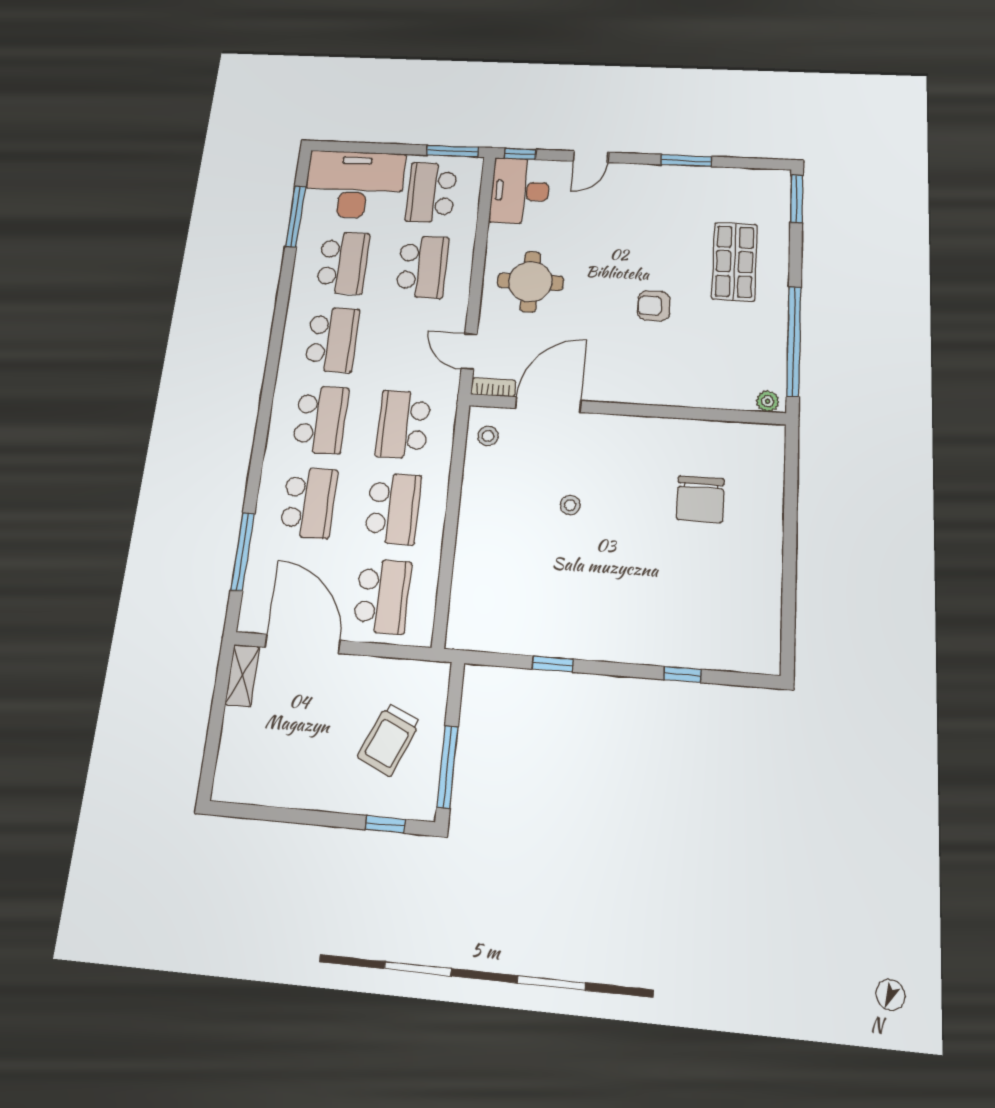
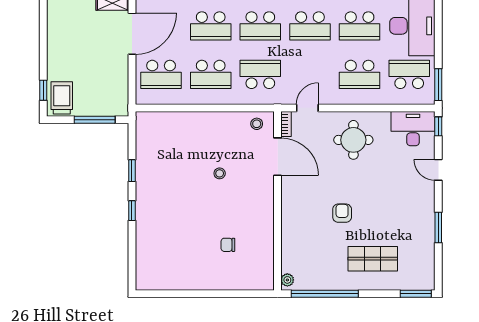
chair: (700, 499) -> (228, 245), width x0.54, depth x0.54
window: (682, 675) -> (132, 211), moved
trolley: (389, 739) -> (62, 98), moved, turned 66
window: (447, 767) -> (95, 120), moved

